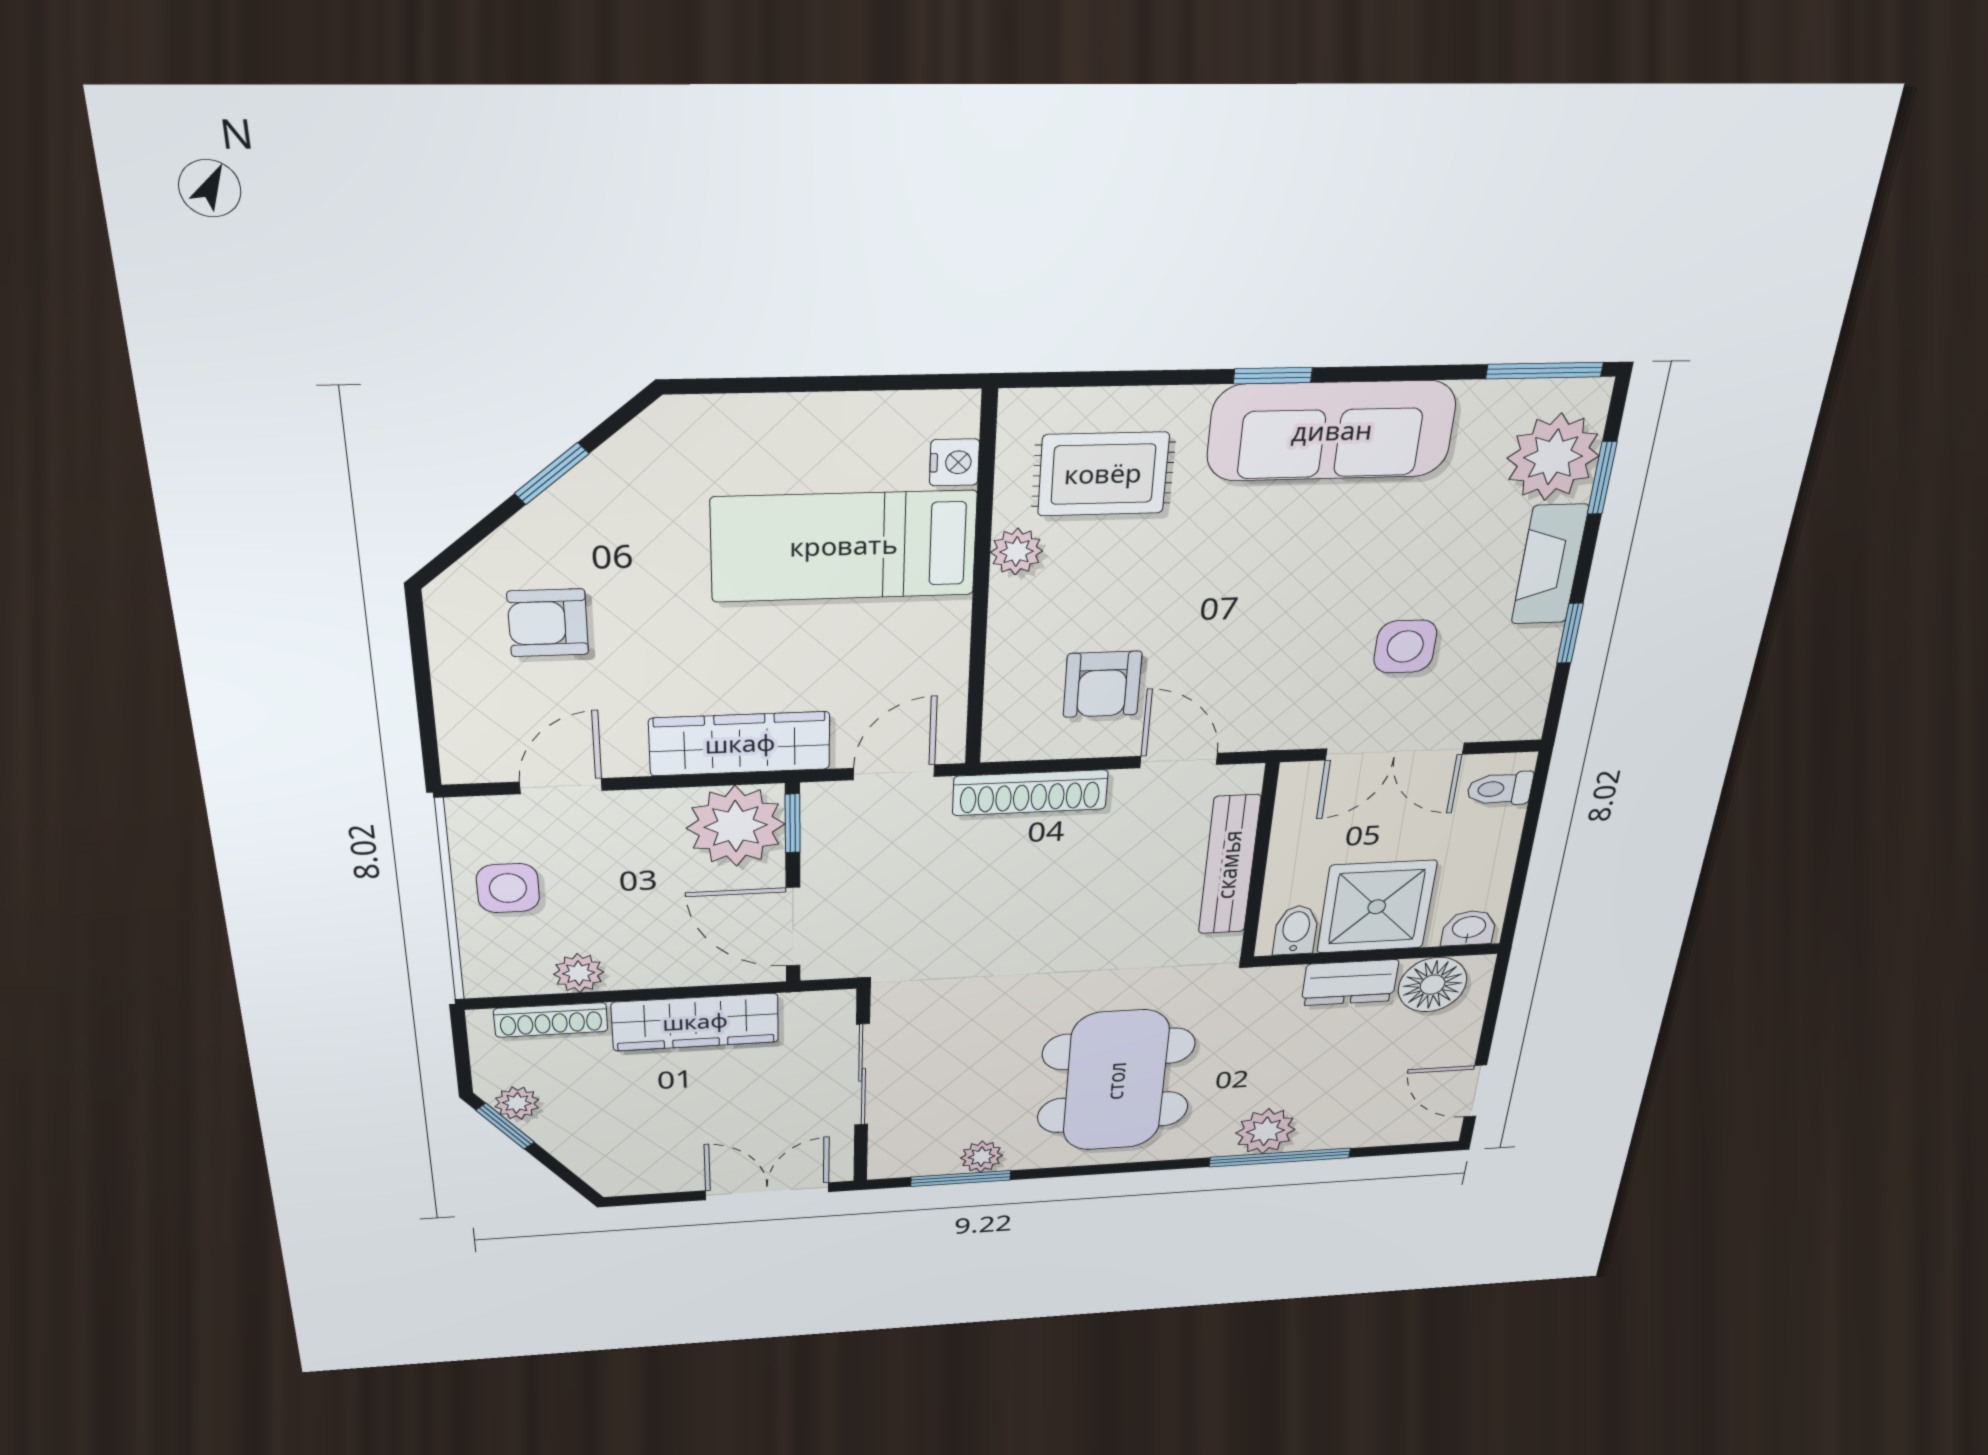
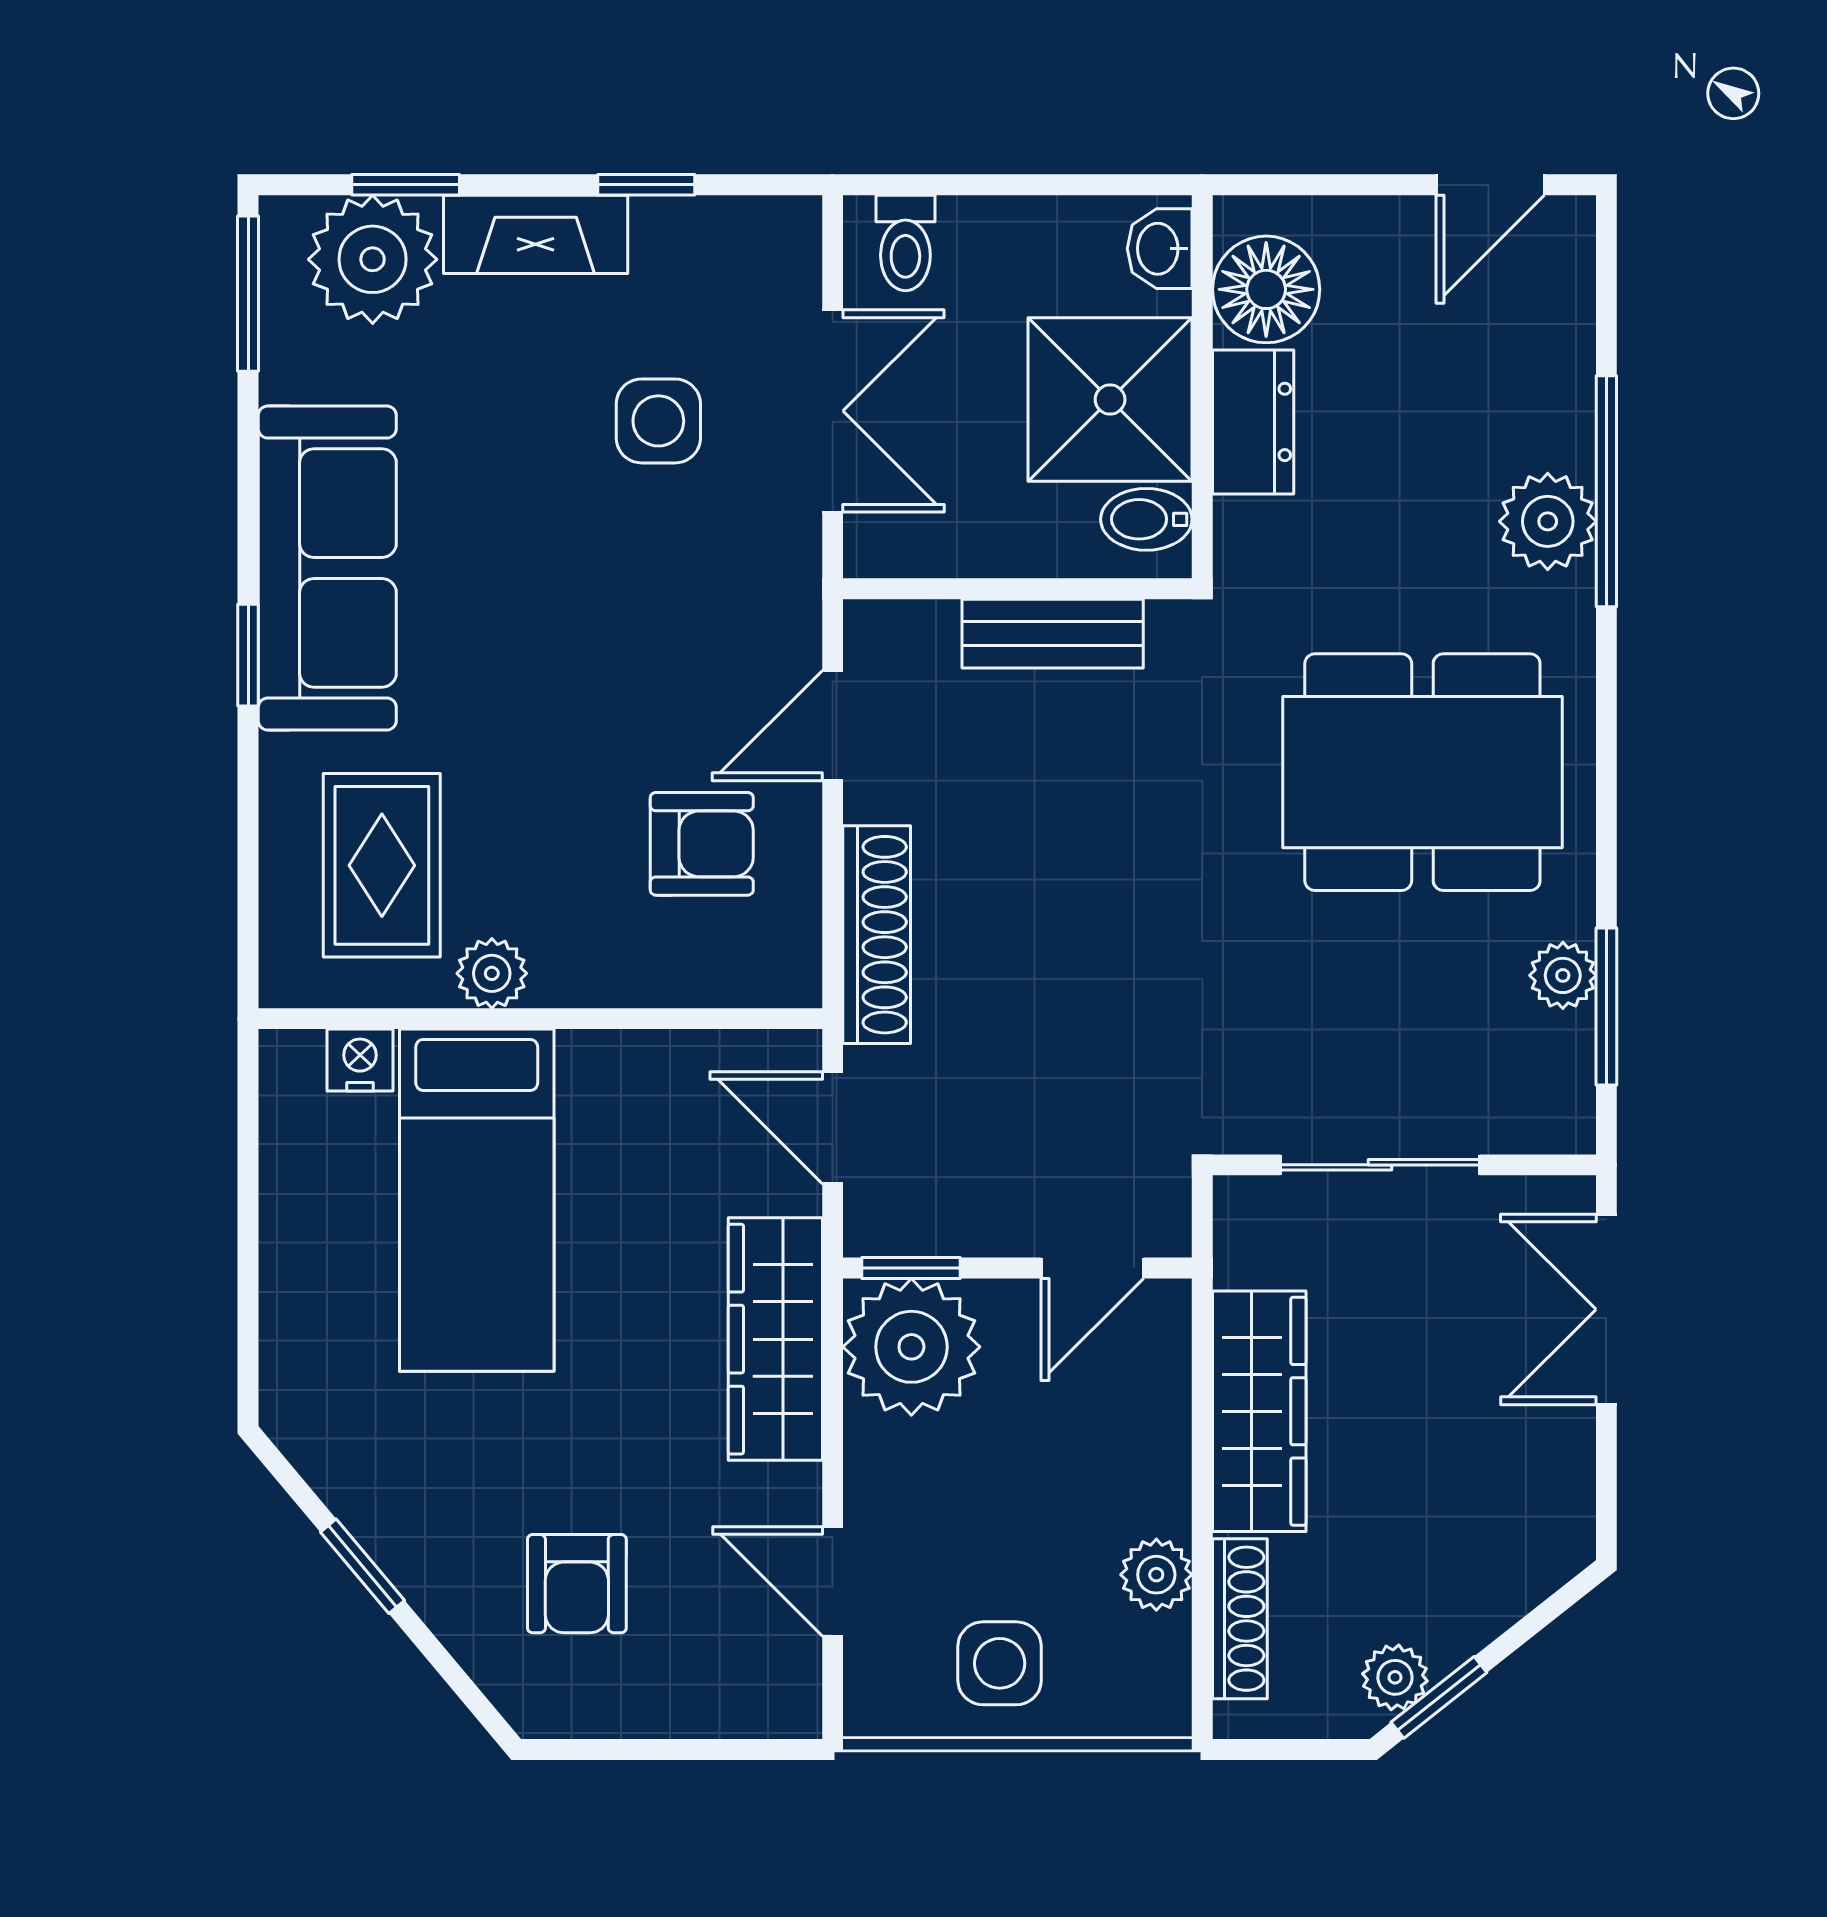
bench: (1229, 865) -> (1053, 634), width x0.73
door: (793, 927) -> (1092, 1268), width x0.73

